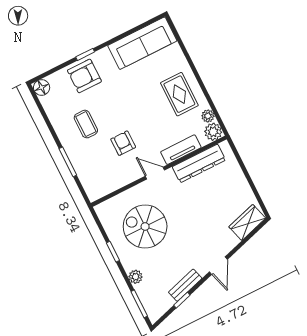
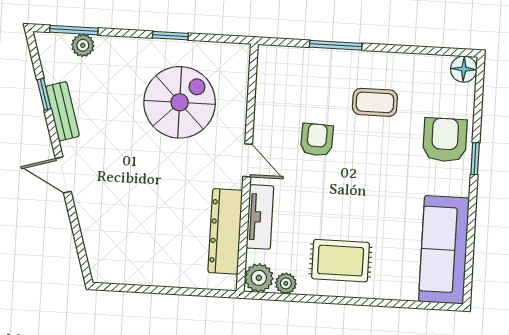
armchair: (123, 143) -> (317, 140), turned -88
door: (155, 173) -> (248, 160), hinge flipped
wardrobe: (247, 222) -> (101, 252), removed
plant: (136, 277) -> (83, 45), moved

